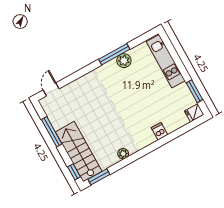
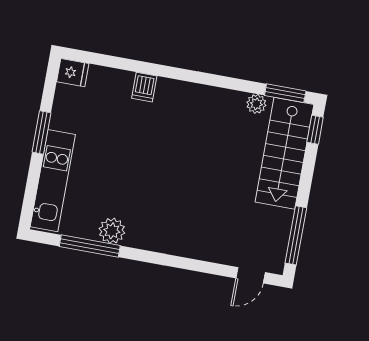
window: (114, 54) -> (90, 246), moved
window: (194, 91) -> (42, 132), moved
window: (52, 132) -> (296, 235), moved
plant: (123, 154) -> (256, 104), moved

